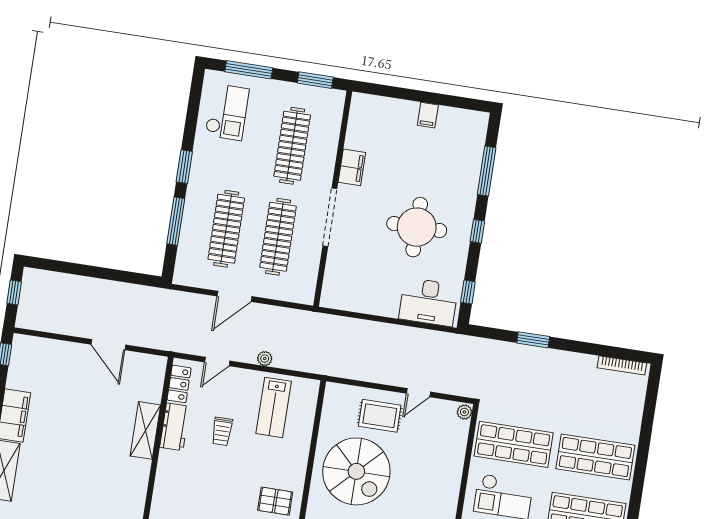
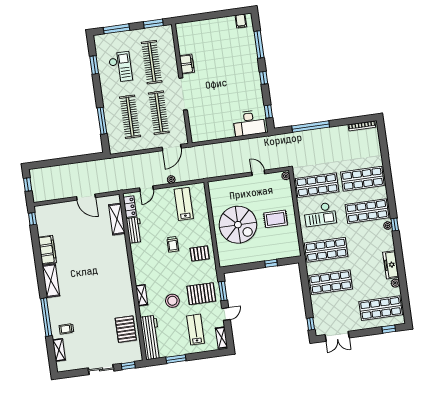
checkout: (227, 112) -> (120, 67), moved
filing cabinet: (428, 115) -> (241, 21), moved
window: (184, 167) -> (94, 65), moved
round table: (417, 227) -> (231, 85), removed
door: (234, 296) -> (172, 148), moved
window: (533, 340) -> (311, 126), width x2.11
door: (418, 393) -> (258, 173), swing flipped
lab bench: (274, 407) -> (184, 204), turned 180
rug: (380, 416) -> (276, 219), moved
shelving: (145, 430) -> (117, 219), moved
trolley: (222, 431) -> (173, 244), moved

